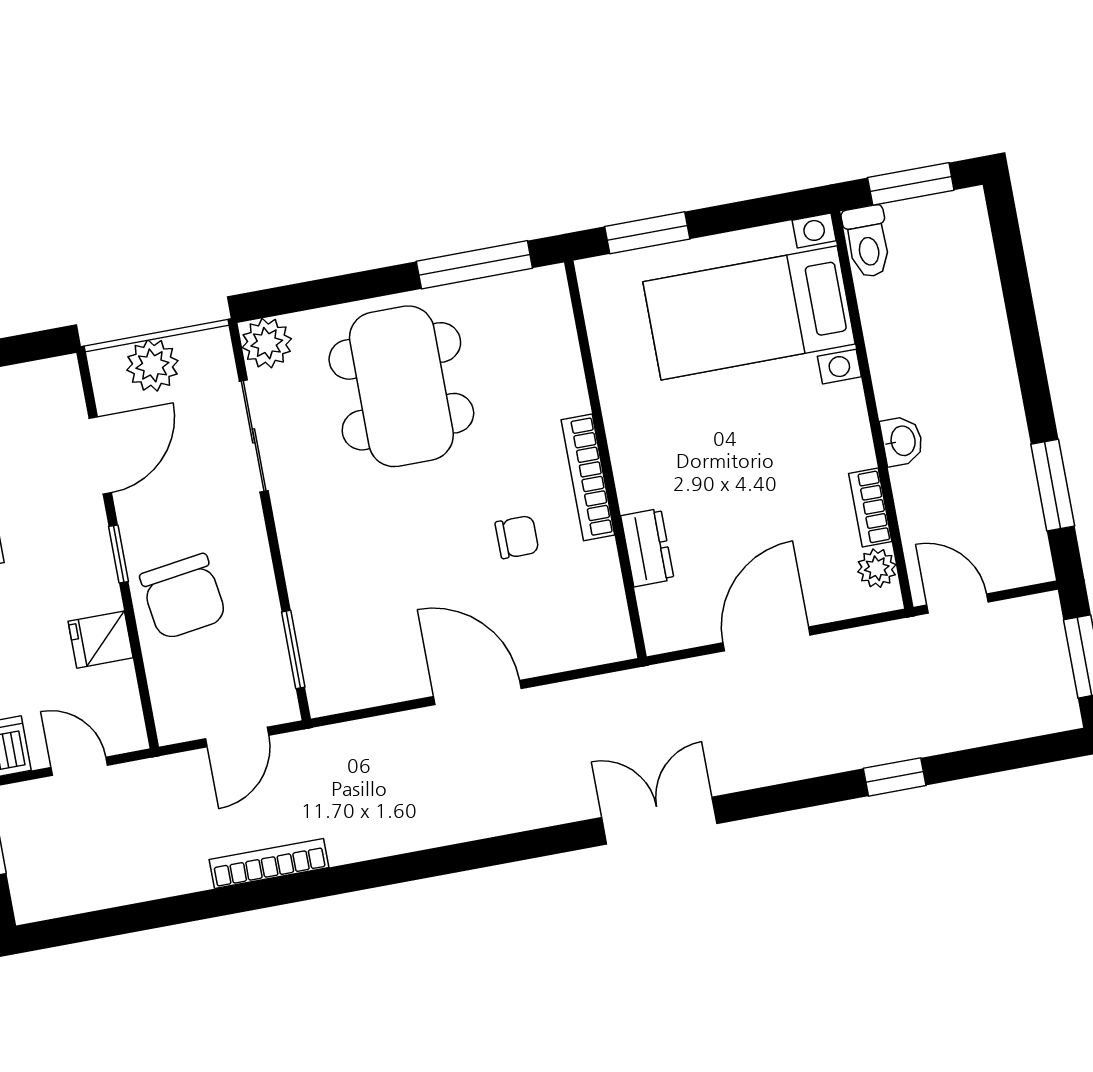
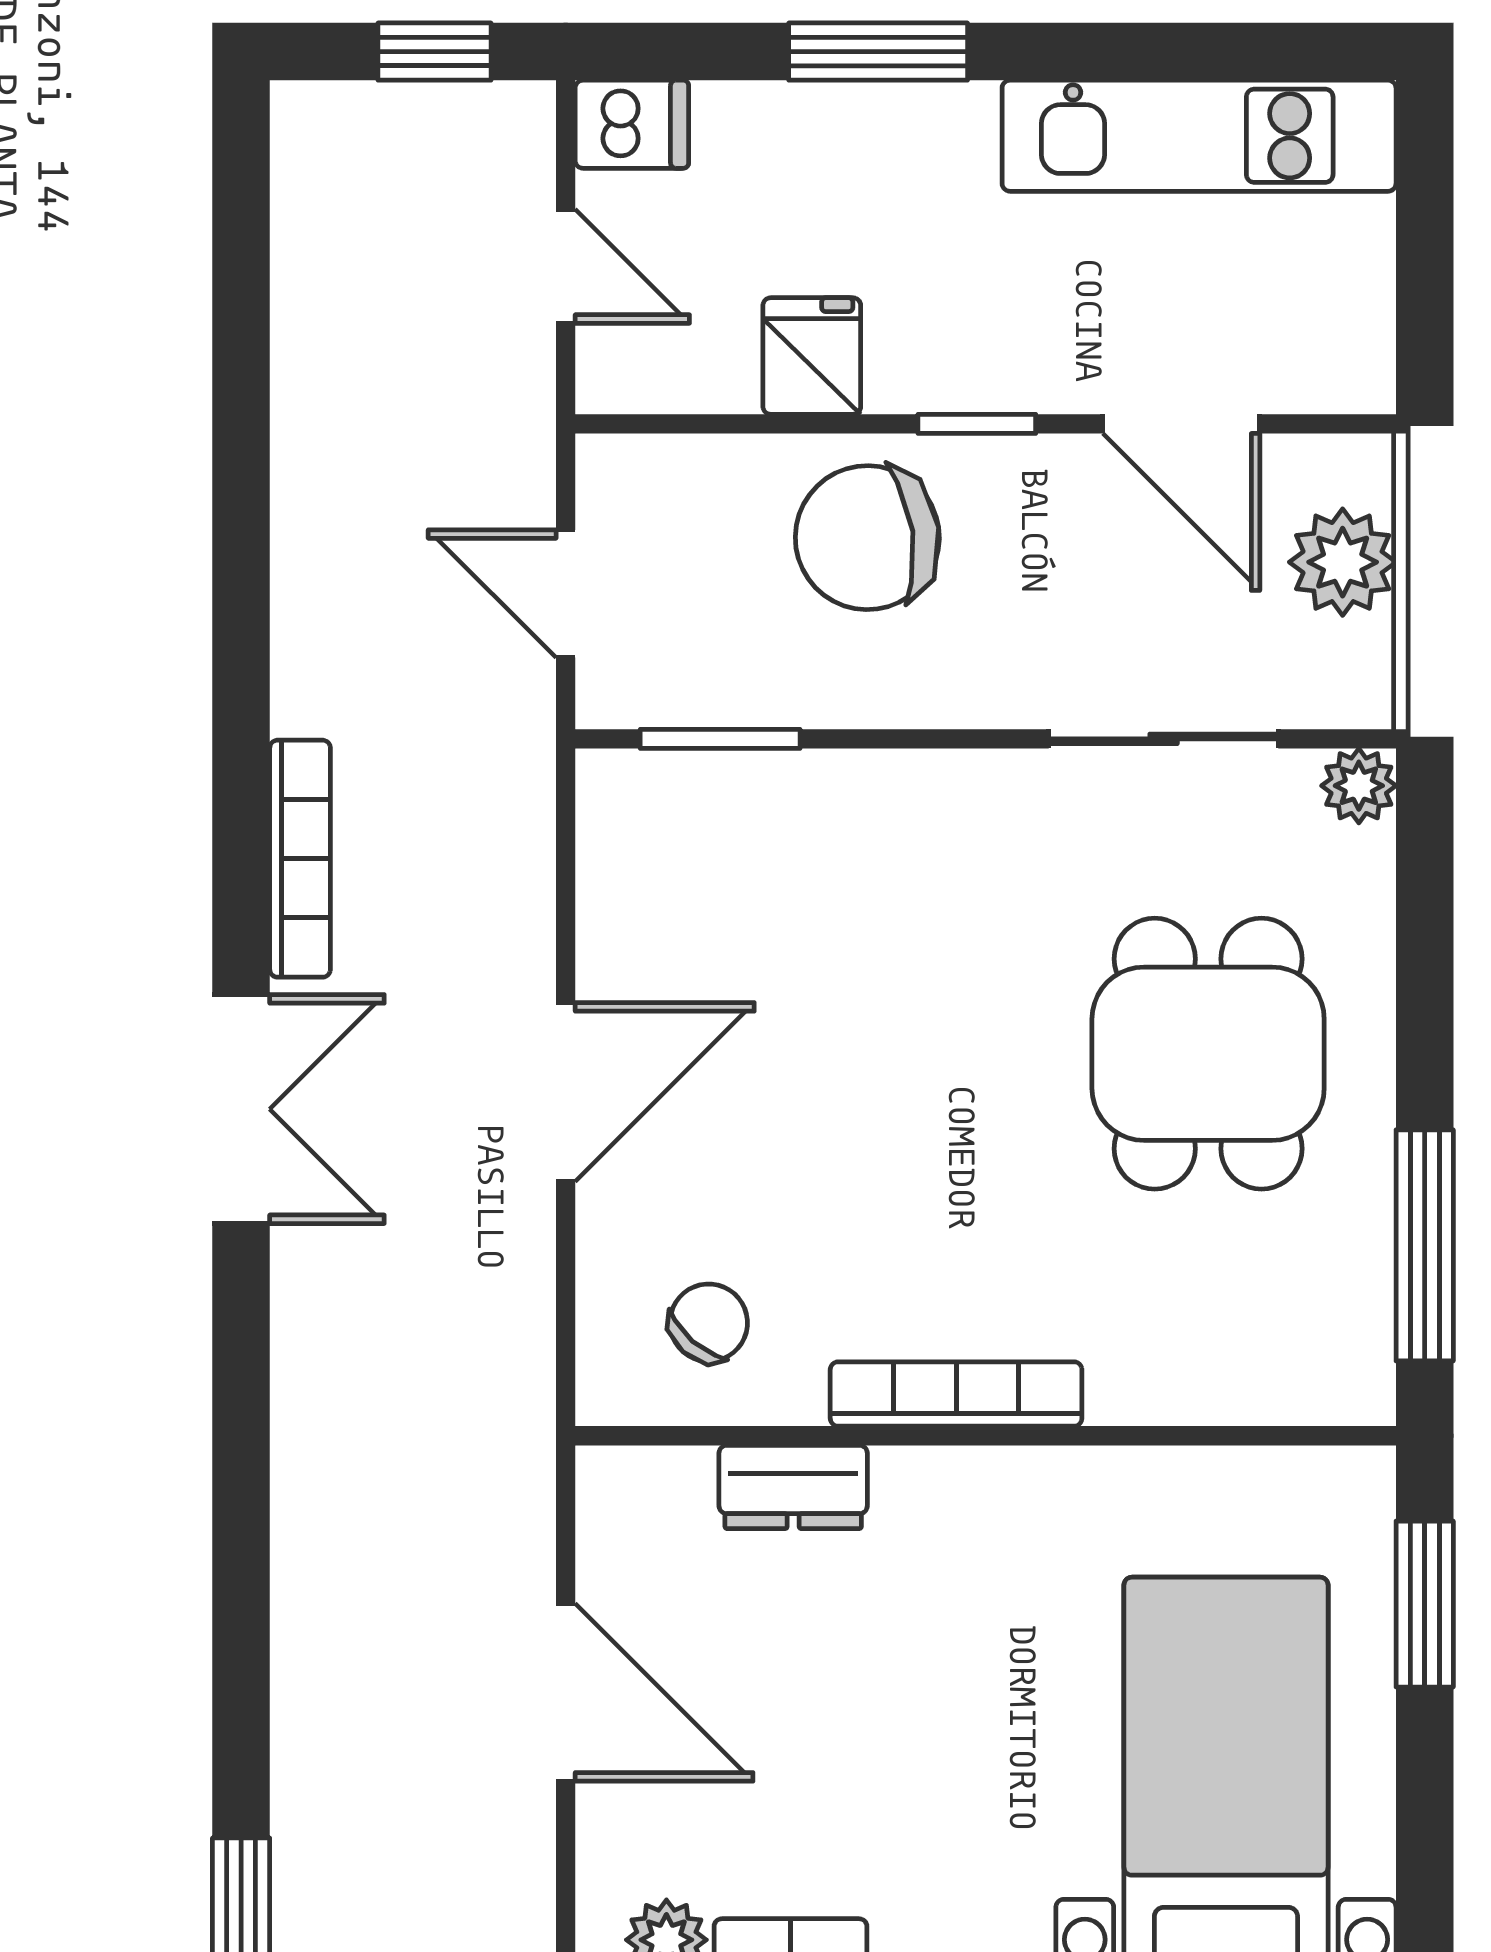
plant: (267, 343) -> (1359, 786), width x0.73, depth x0.73
dining table: (401, 386) -> (1208, 1054), width x0.73
chair: (517, 537) -> (709, 1323), moved, turned -139
door: (79, 766) -> (566, 266), hinge flipped
double door: (659, 821) -> (241, 1109), moved
bookcase: (269, 863) -> (300, 859), moved

